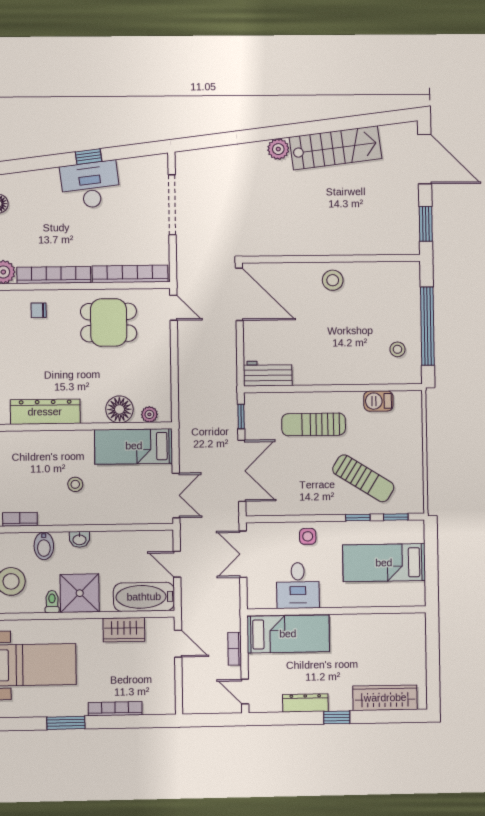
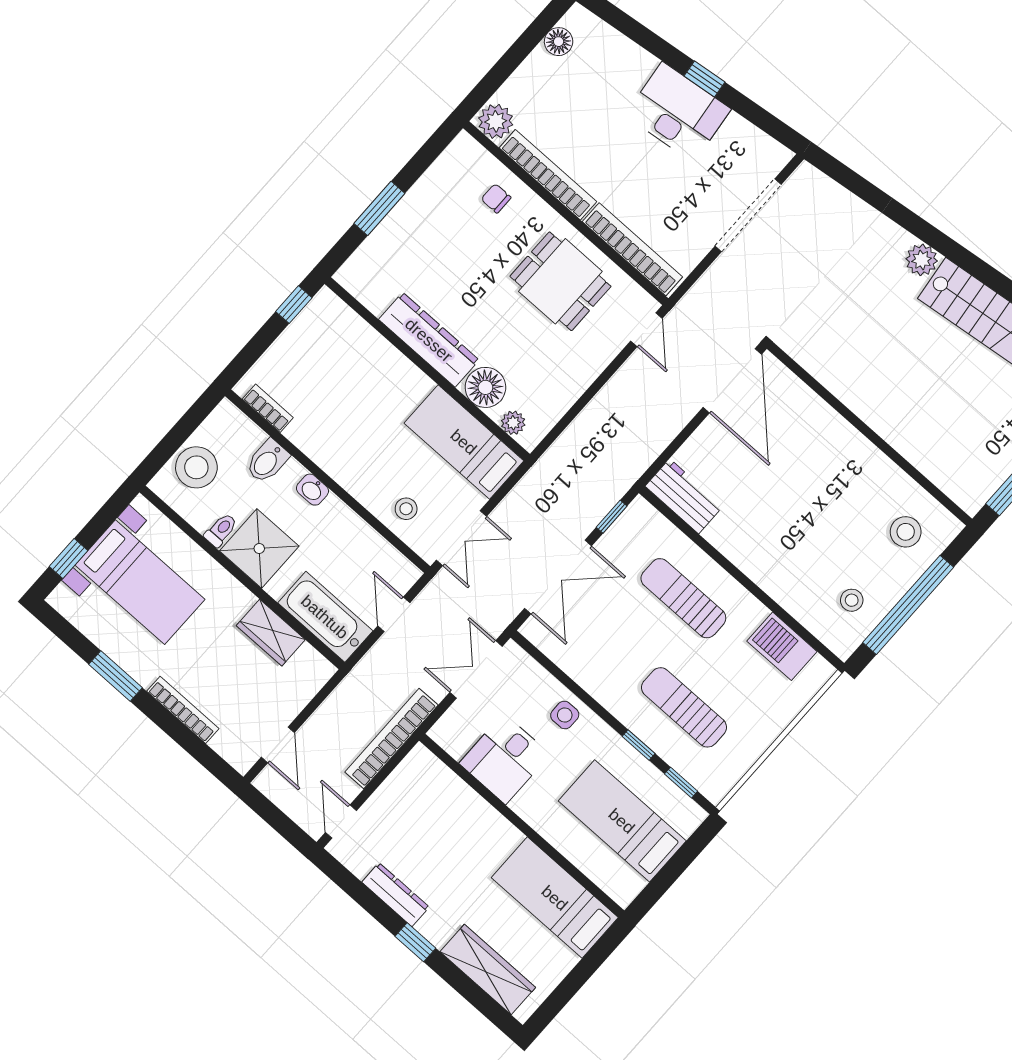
stool: (333, 280) -> (906, 532), moved
barbecue: (378, 401) -> (782, 646), width x1.38, depth x1.27
dresser: (45, 412) -> (429, 340), moved
sun lounger: (363, 478) -> (684, 707), turned 148
stool: (75, 484) -> (406, 509), moved
bed: (288, 634) -> (555, 898), moved, turned 180
door: (178, 644) -> (278, 745), moved
bookcase: (235, 649) -> (391, 739), width x2.31, depth x1.31

